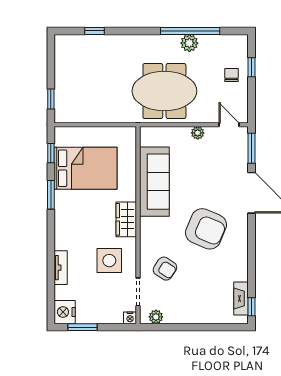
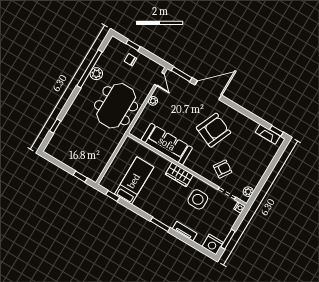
door: (229, 125) -> (159, 79), swing flipped
bed: (86, 168) -> (134, 181), width x0.67
window: (51, 195) -> (160, 224), moved

